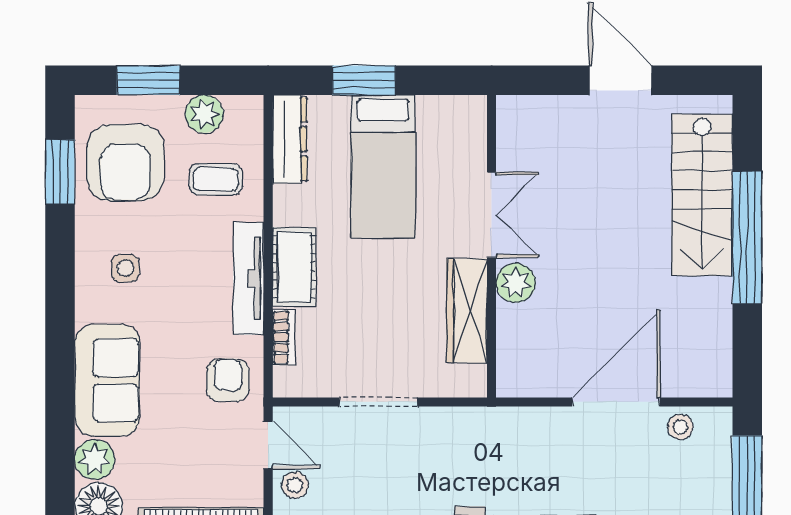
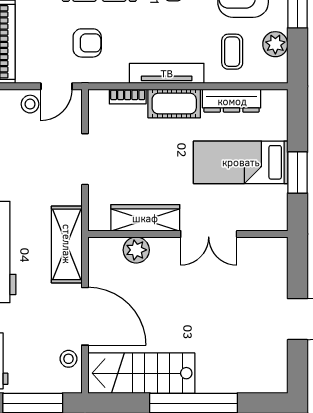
window: (364, 80) -> (298, 173), moved
dresser: (290, 139) -> (232, 101), moved
stairs: (702, 195) -> (141, 373), moved
plant: (516, 283) -> (136, 250), moved
armchair: (228, 380) -> (87, 43), moved
shelving: (507, 430) -> (67, 244), added

